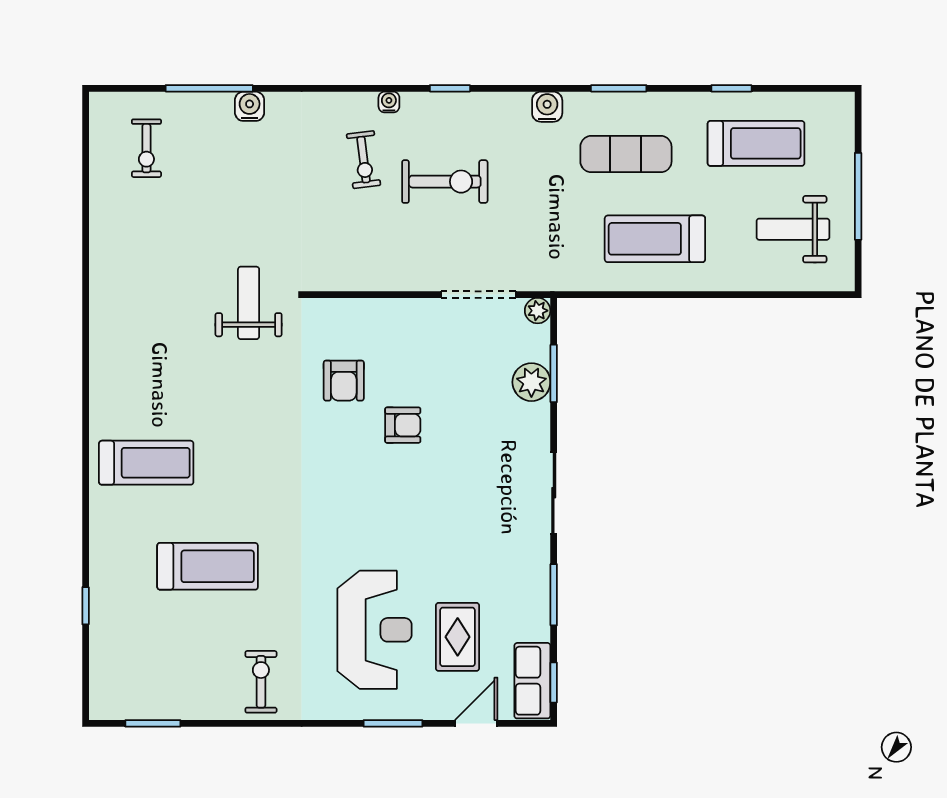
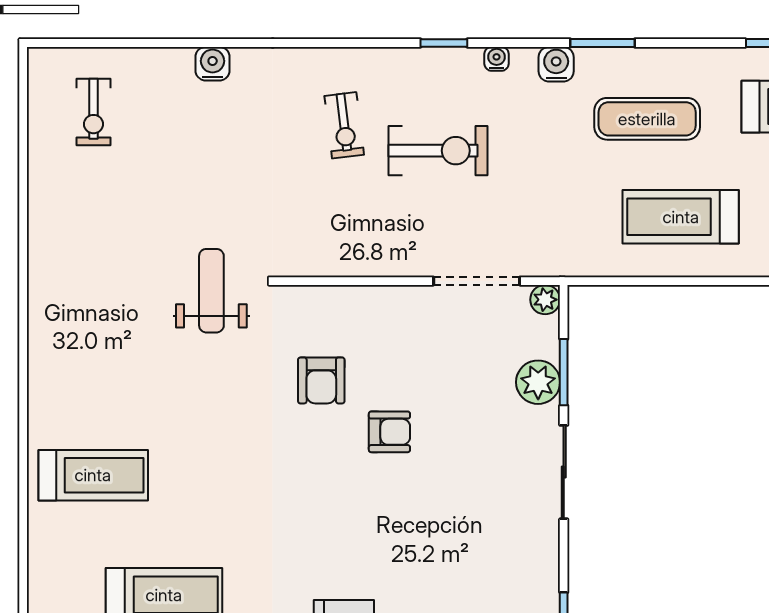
window: (209, 88) -> (166, 43), removed
window: (619, 88) -> (602, 43), moved
water cooler: (389, 102) -> (497, 59), moved
sliding door: (554, 493) -> (564, 472), moved

